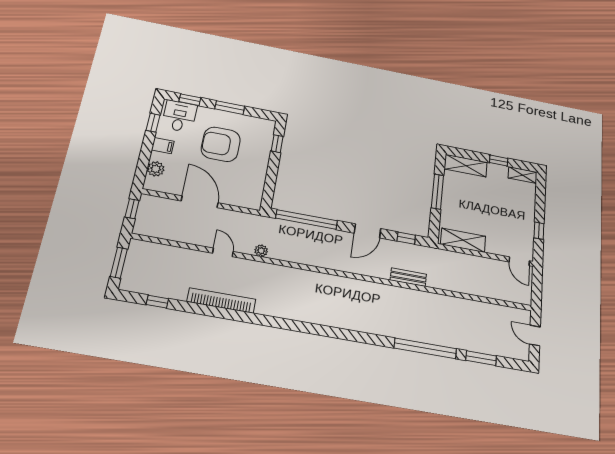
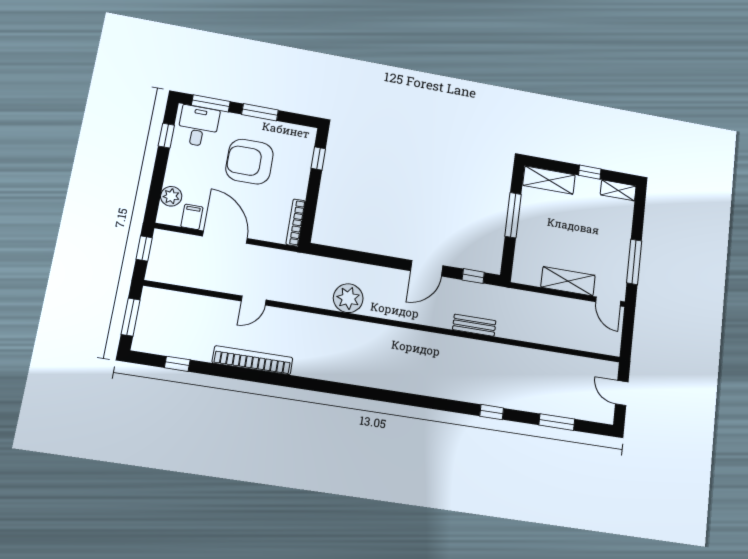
window: (190, 100) -> (211, 103), width x1.50
filing cabinet: (163, 146) -> (192, 217), moved, turned -90
bookcase: (258, 192) -> (296, 223), added
window: (307, 219) -> (354, 256), removed
window: (539, 231) -> (634, 262), width x2.17
shelving: (463, 240) -> (568, 281), moved
plant: (261, 251) -> (348, 298), moved, width x1.87, depth x1.87
door: (223, 252) -> (254, 301), swing flipped
window: (425, 348) -> (492, 412), width x0.32

